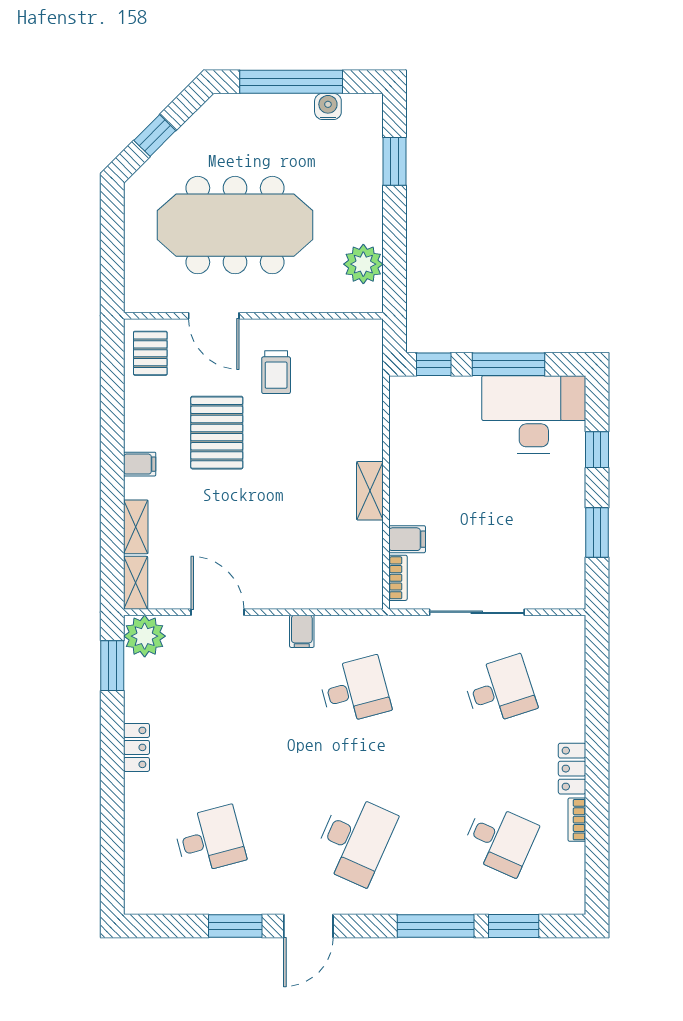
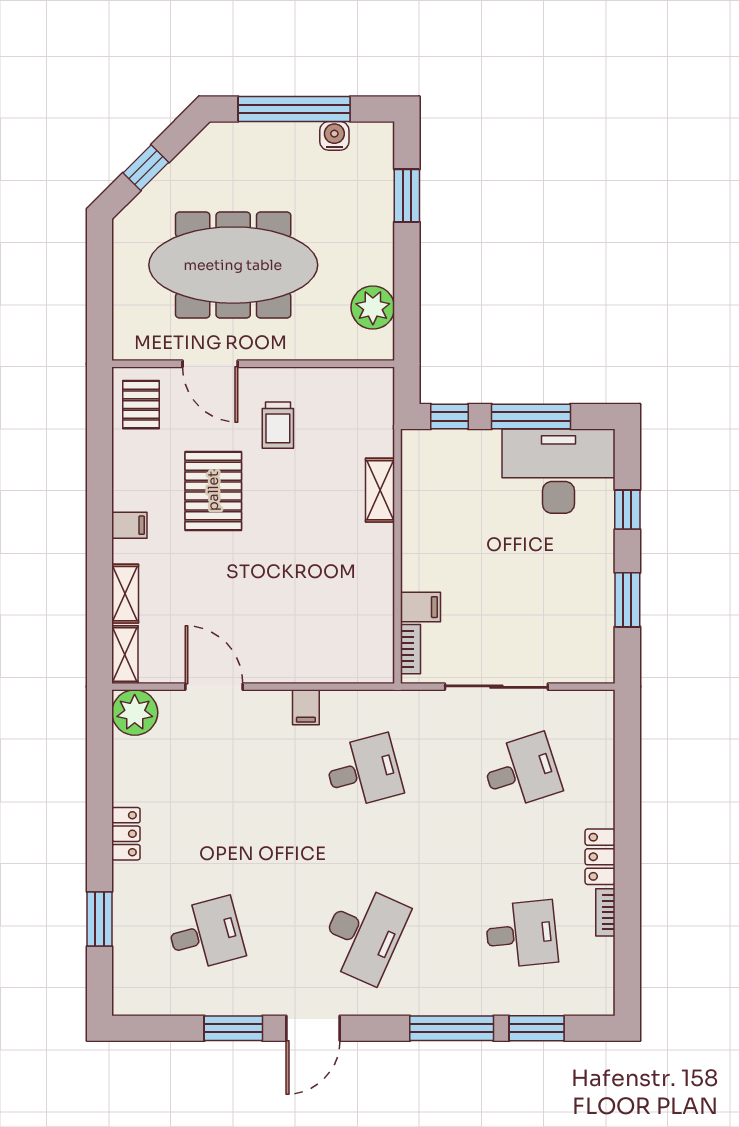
shelving: (370, 491) -> (380, 490), moved
window: (112, 666) -> (99, 919), moved
desk: (500, 840) -> (521, 934), turned -30

